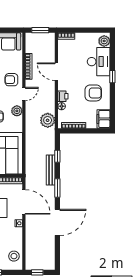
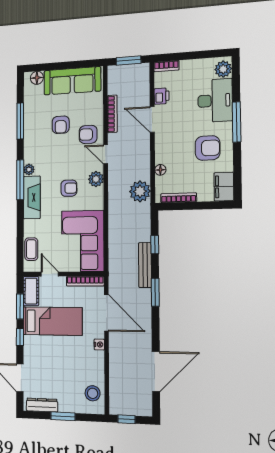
window: (112, 77) -> (237, 122), width x2.17
door: (24, 94) -> (106, 154), swing flipped
printer: (63, 96) -> (162, 96), moved
door: (57, 222) -> (156, 371), moved

